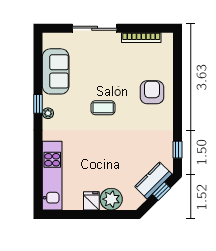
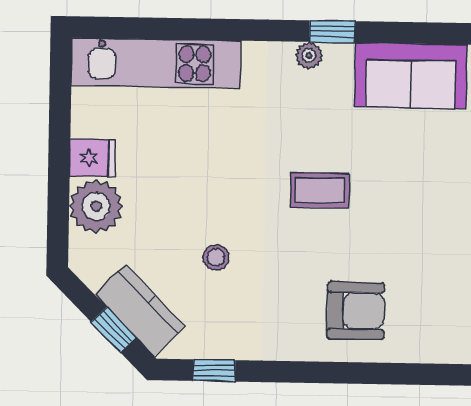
coffee table: (103, 108) -> (320, 190), turned 90
stool: (131, 150) -> (216, 257), added

